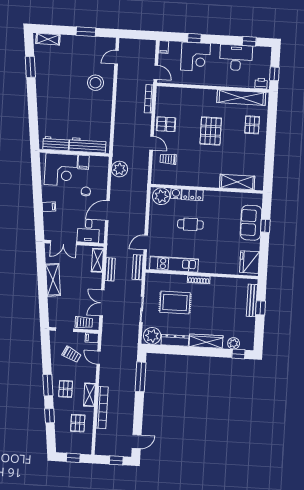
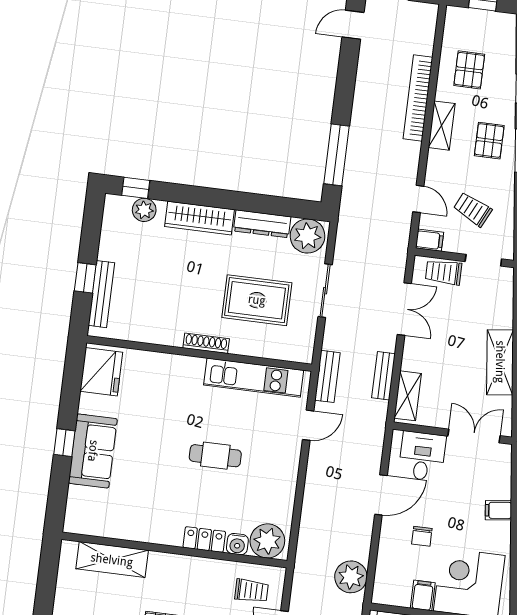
shelving: (237, 182) -> (112, 560), moved
wall: (207, 189) -> (174, 550), moved
water cooler: (176, 194) -> (237, 544), moved
locker: (192, 195) -> (204, 540), moved
plant: (161, 196) -> (267, 541), moved

